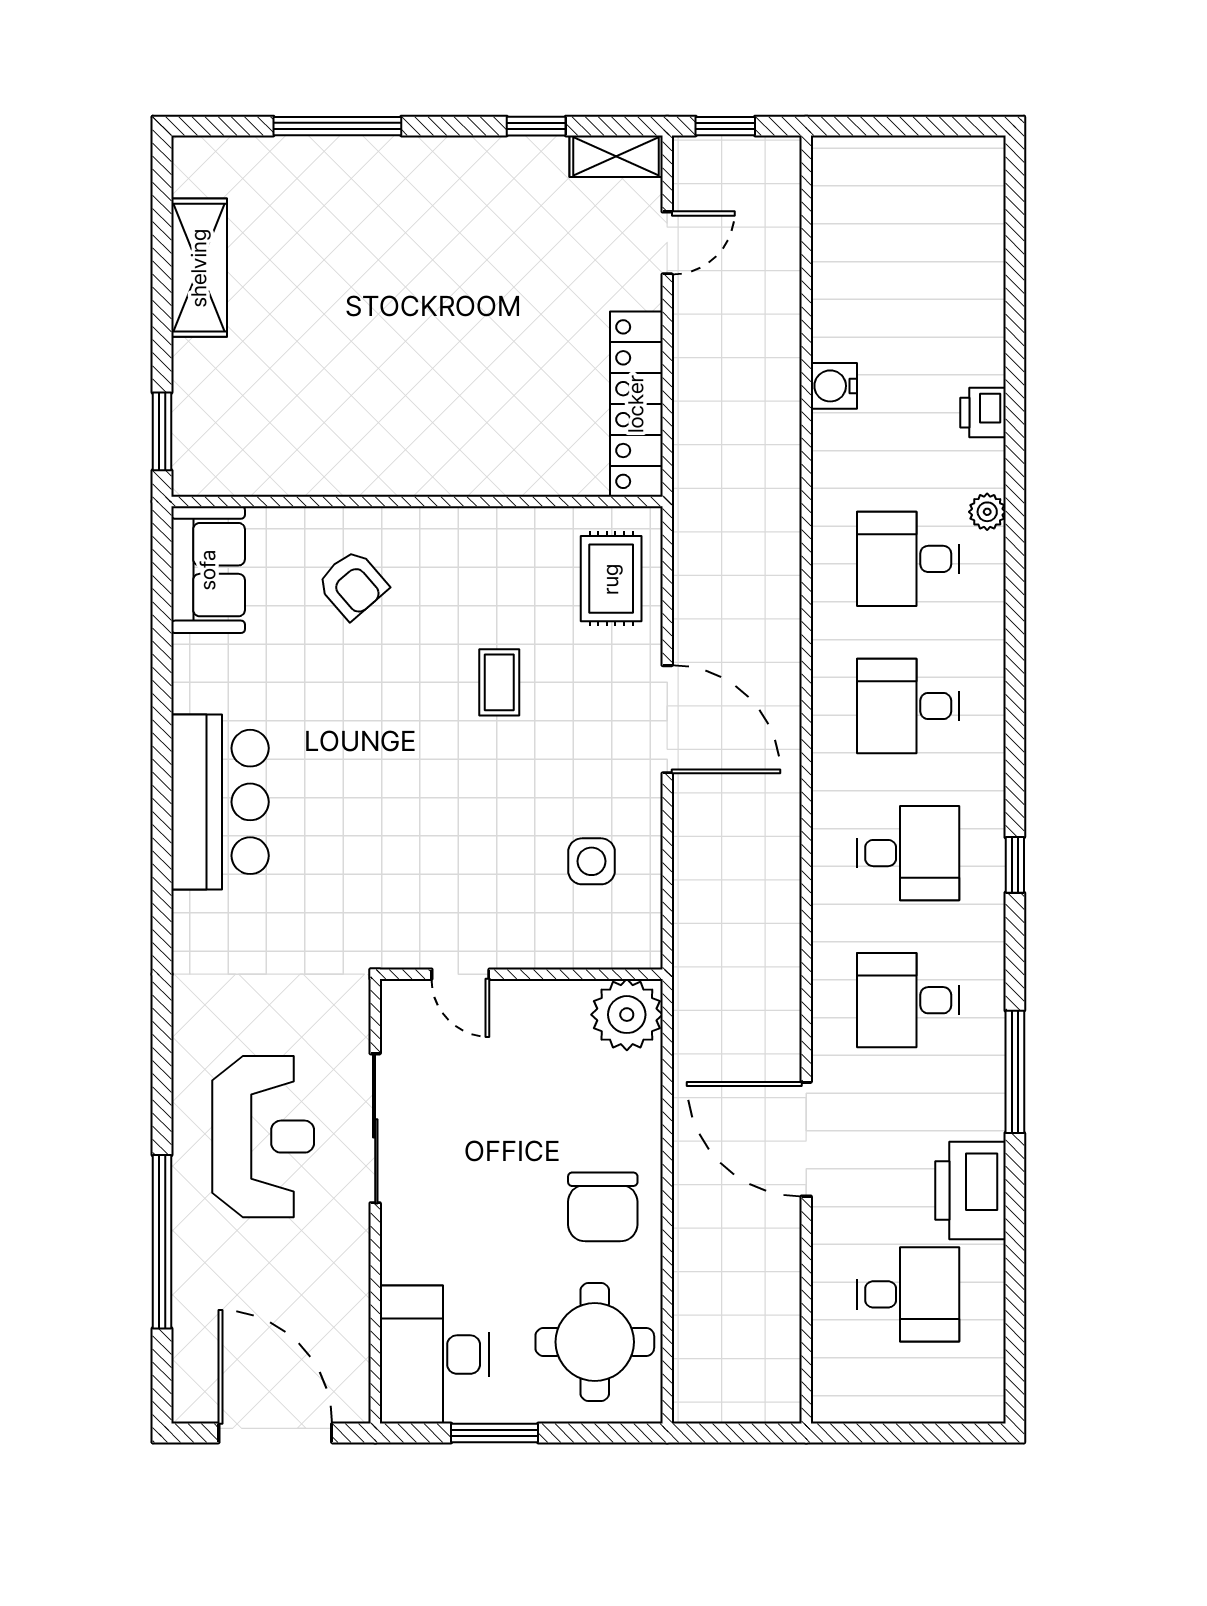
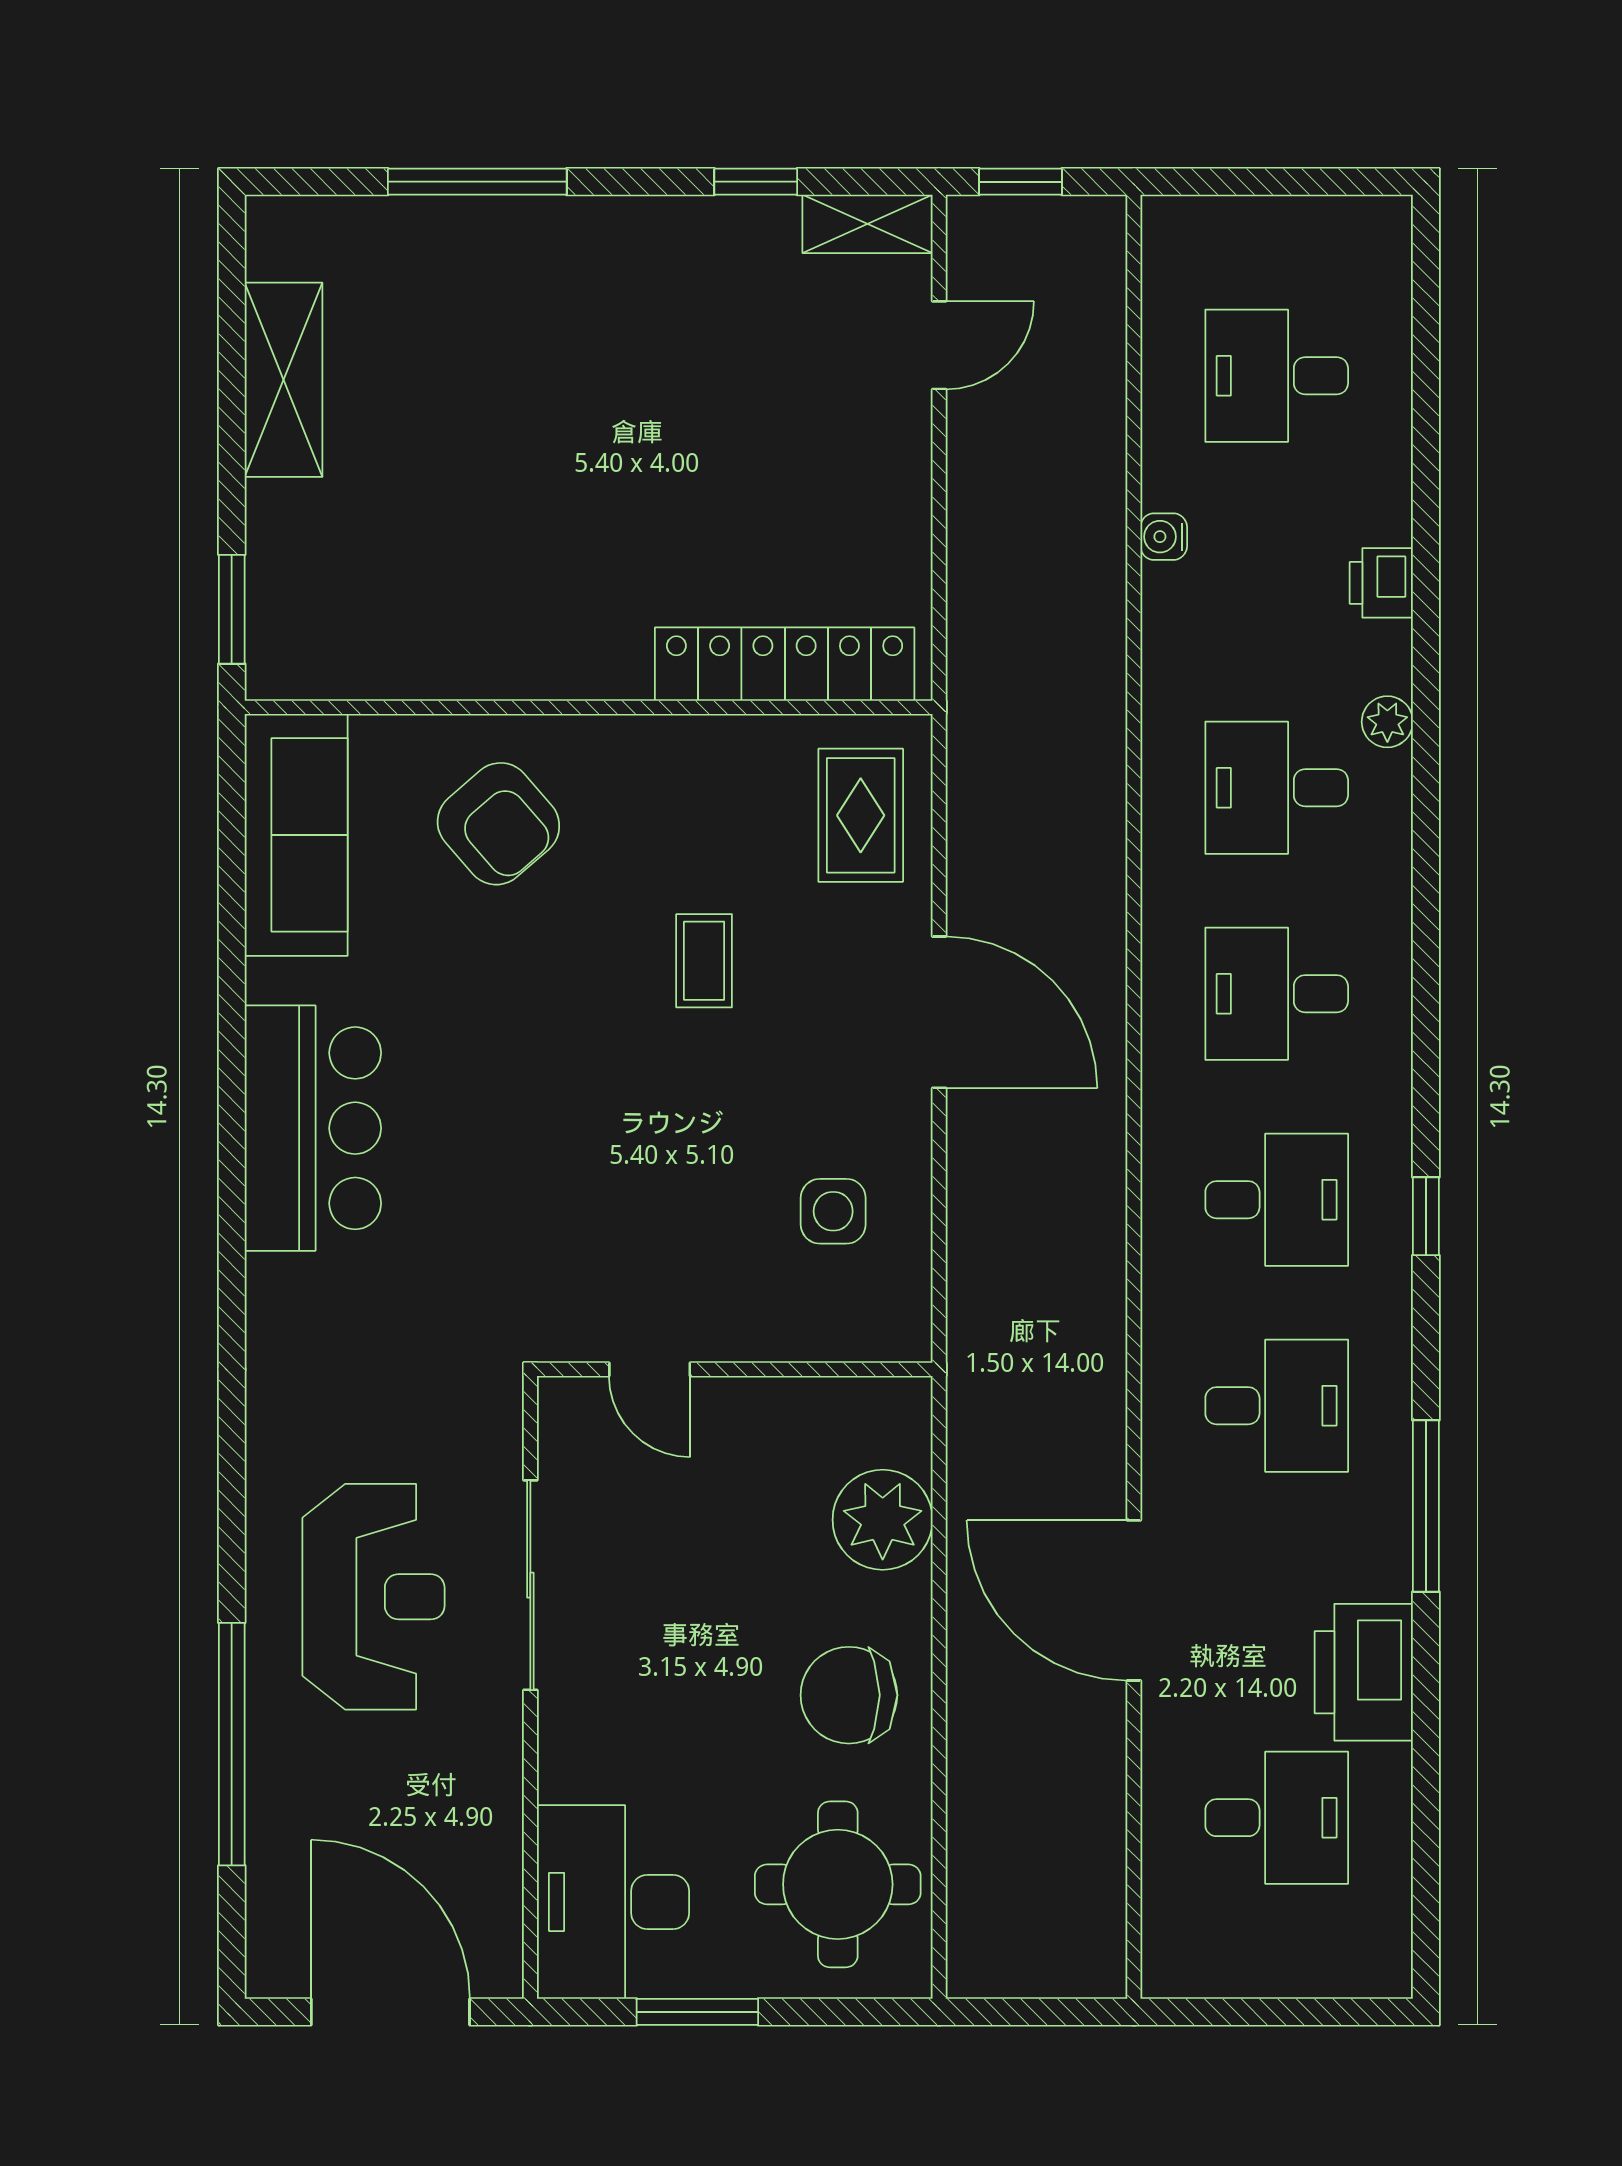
desk: (908, 265) -> (1277, 376), added
water cooler: (834, 386) -> (1164, 537), width x0.72, depth x0.72
locker: (636, 404) -> (785, 664), moved, turned 90
sofa: (208, 570) -> (296, 835), width x1.36
armchair: (352, 585) -> (498, 824), width x1.38, depth x1.38
desk: (908, 1000) -> (1277, 1406), turned 180
plant: (627, 1015) -> (883, 1520), moved
chair: (603, 1207) -> (849, 1695), turned 90

